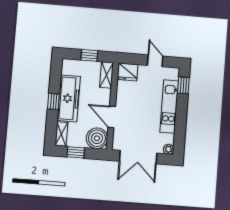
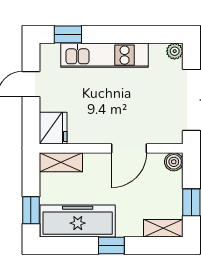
window: (89, 55) -> (31, 210), moved
freezer: (69, 98) -> (78, 221), moved
boiler: (97, 138) -> (174, 162), width x0.54, depth x0.54

